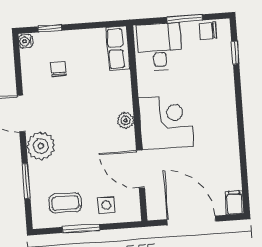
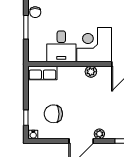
desk: (159, 47) -> (61, 46), moved, turned -90
chair: (59, 69) -> (53, 114), width x1.87, depth x1.87
plant: (41, 146) -> (99, 134), width x0.53, depth x0.53

